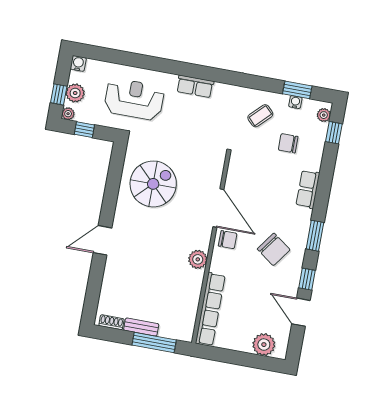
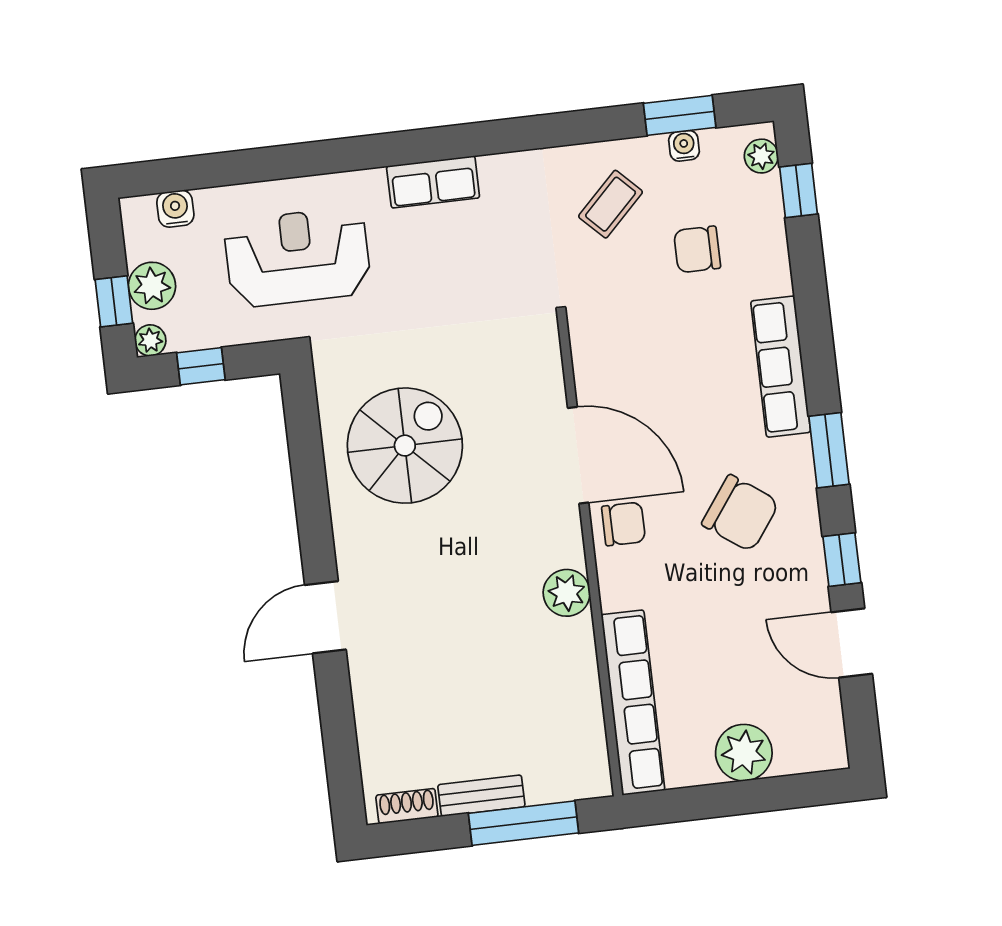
water cooler: (78, 63) -> (175, 209), moved
row of seats: (308, 189) -> (781, 367), width x1.48
plant: (264, 345) -> (744, 753), moved

